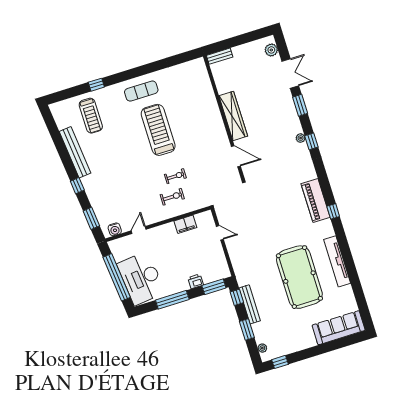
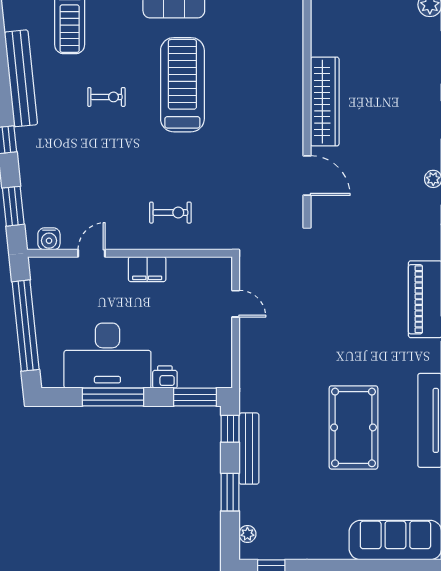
exercise bike: (175, 176) -> (106, 97), moved
filing cabinet: (185, 224) -> (147, 269), moved
pool table: (299, 277) -> (353, 427), width x0.73, depth x0.76
desk: (141, 278) -> (107, 356), moved, turned -84

